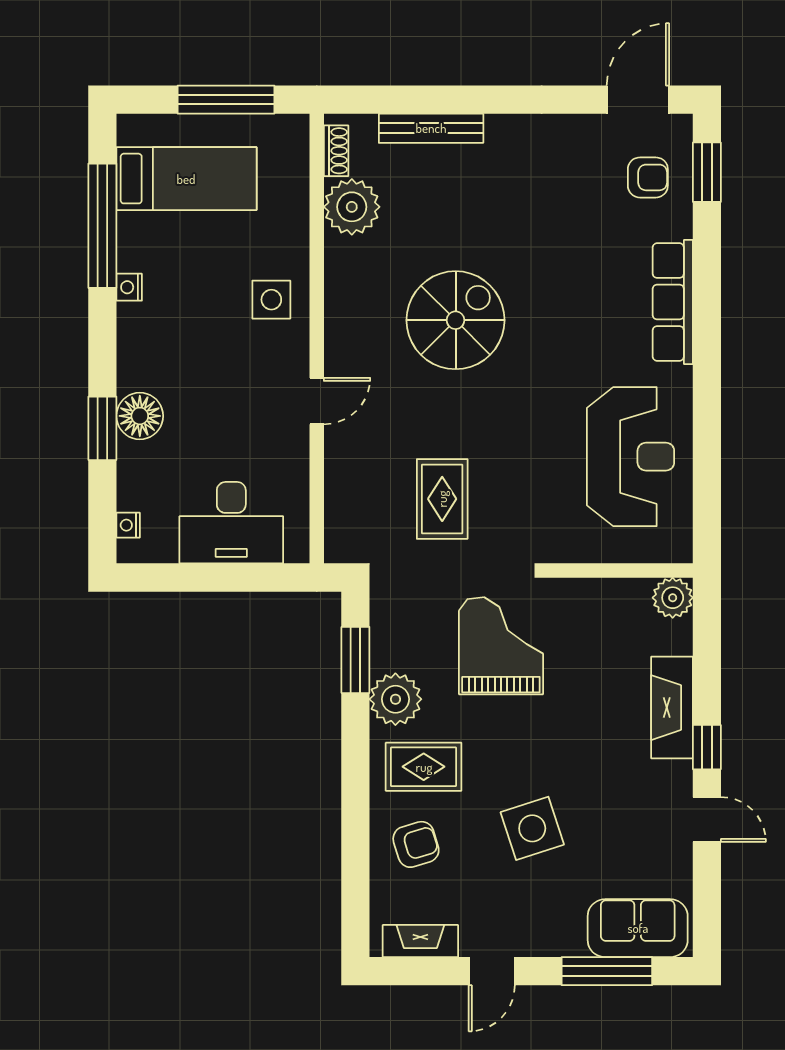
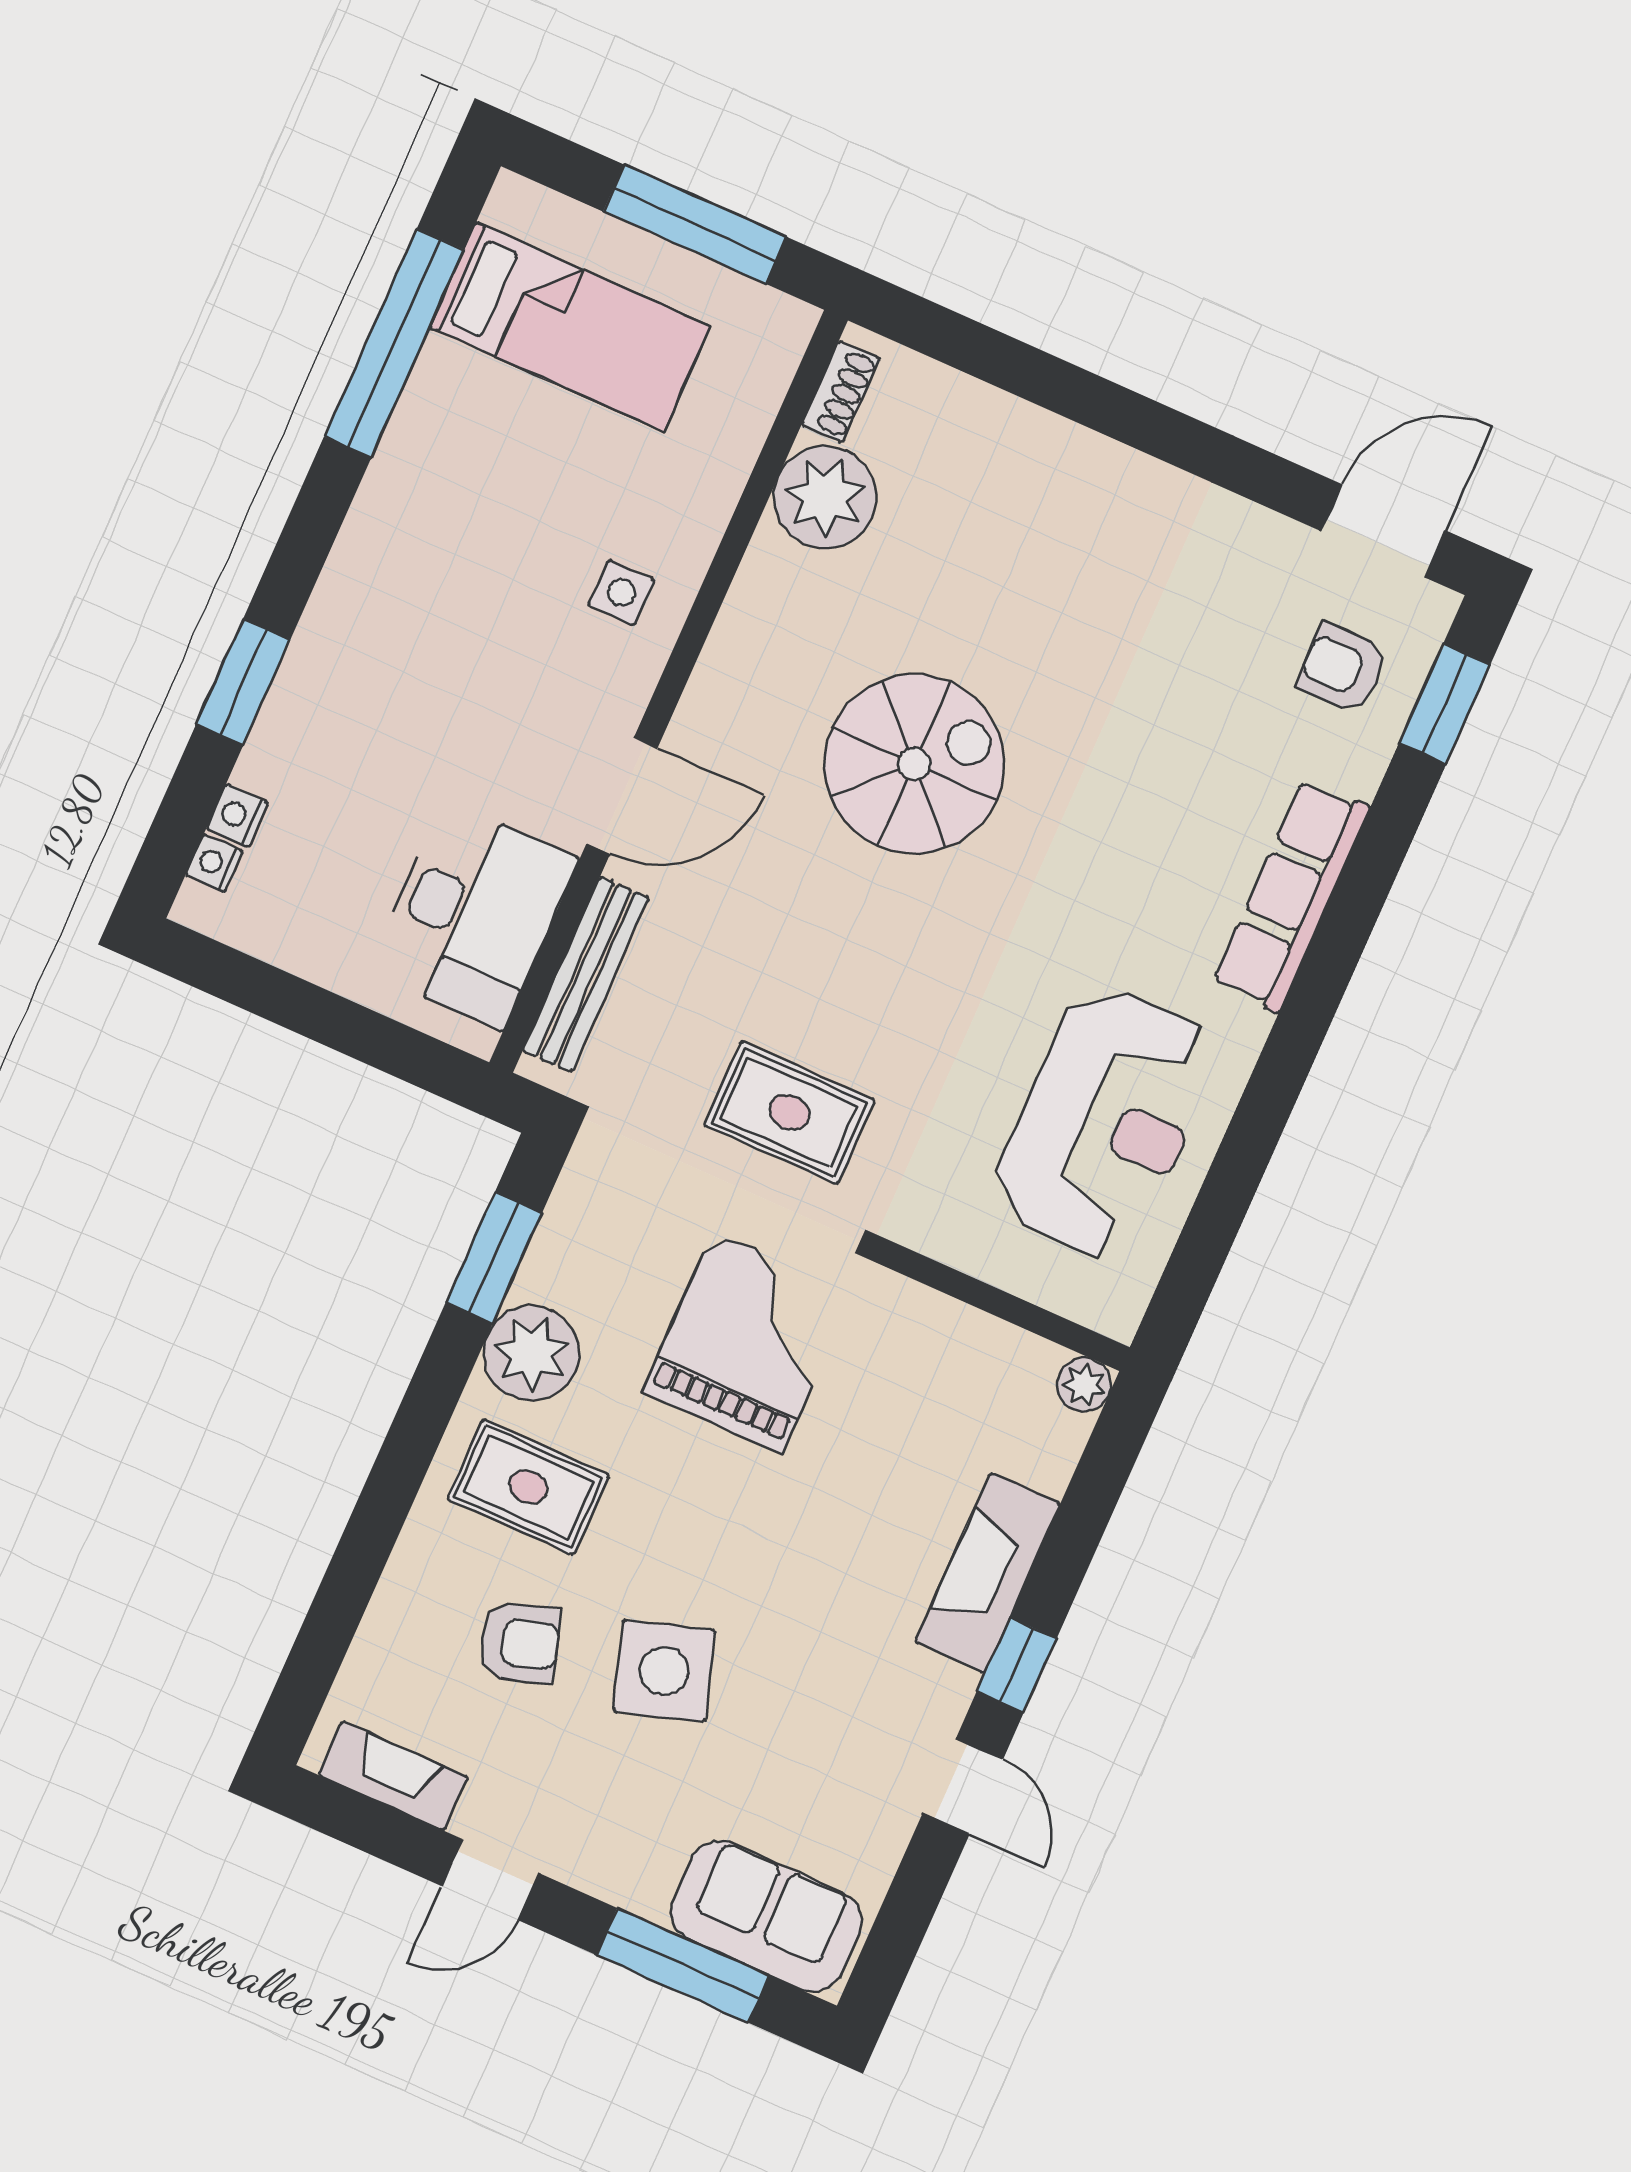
bench: (431, 128) -> (586, 974), moved, turned 90
armchair: (648, 177) -> (1342, 668), turned 180
nightstand: (129, 287) -> (237, 816), moved
side table: (271, 300) -> (622, 592), width x0.73, depth x0.73
door: (317, 401) -> (622, 796), width x1.38
floor lamp: (140, 416) -> (315, 689), removed
rug: (442, 499) -> (789, 1112), moved, turned 90
desk: (231, 523) -> (473, 915), moved, turned -90
plant: (673, 598) -> (1084, 1385), width x0.73, depth x0.73
armchair: (416, 844) -> (519, 1643), moved

